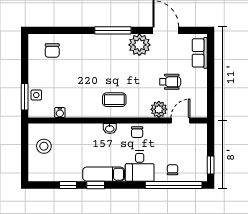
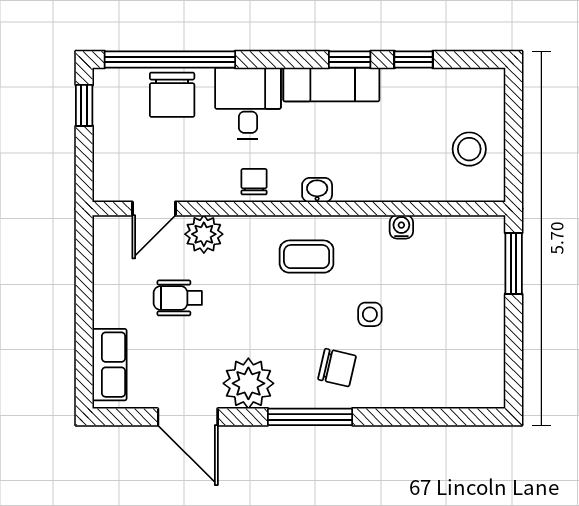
chair: (52, 50) -> (337, 368), moved, turned 103
side table: (36, 95) -> (370, 314), moved
water cooler: (60, 113) -> (401, 227), moved
chair: (173, 170) -> (172, 95), width x1.87, depth x1.87

